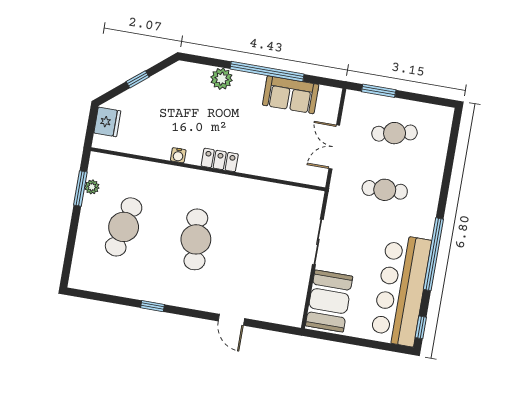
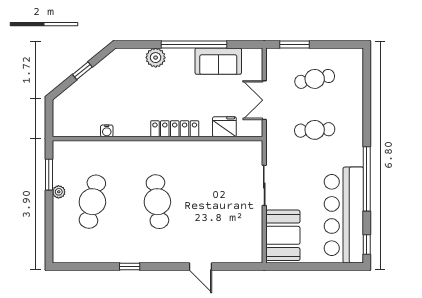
fridge: (107, 122) -> (224, 127), moved, turned -90
water cooler: (178, 155) -> (107, 131), moved
locker: (220, 160) -> (175, 129), width x1.53
plant: (92, 187) -> (59, 192), moved

